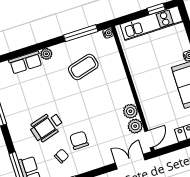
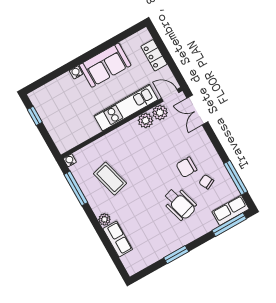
kitchen unit: (151, 23) -> (126, 108), moved, turned -90

